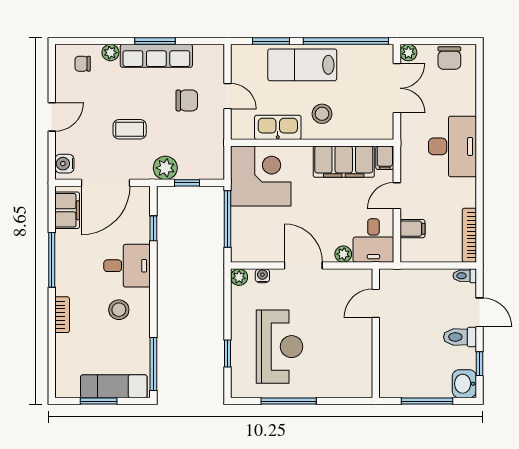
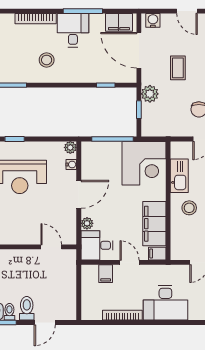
bookcase: (469, 235) -> (122, 315), moved
desk: (127, 266) -> (73, 30), moved, turned 180
toilet: (465, 276) -> (9, 312), moved
bookcase: (62, 315) -> (36, 19), width x1.56

